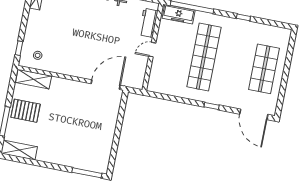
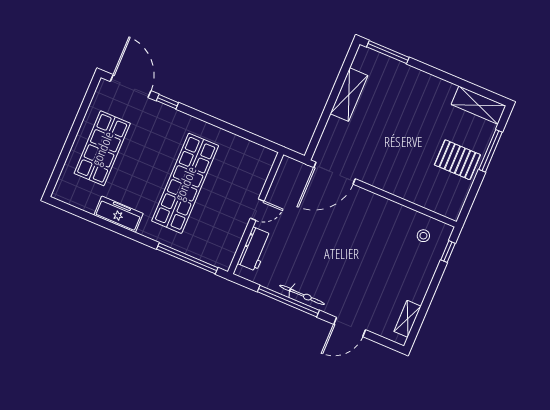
freezer: (179, 14) -> (119, 214), moved
window: (243, 17) -> (116, 228), removed
shelving: (34, 79) -> (349, 95), moved, turned 90
window: (212, 106) -> (167, 102), moved

